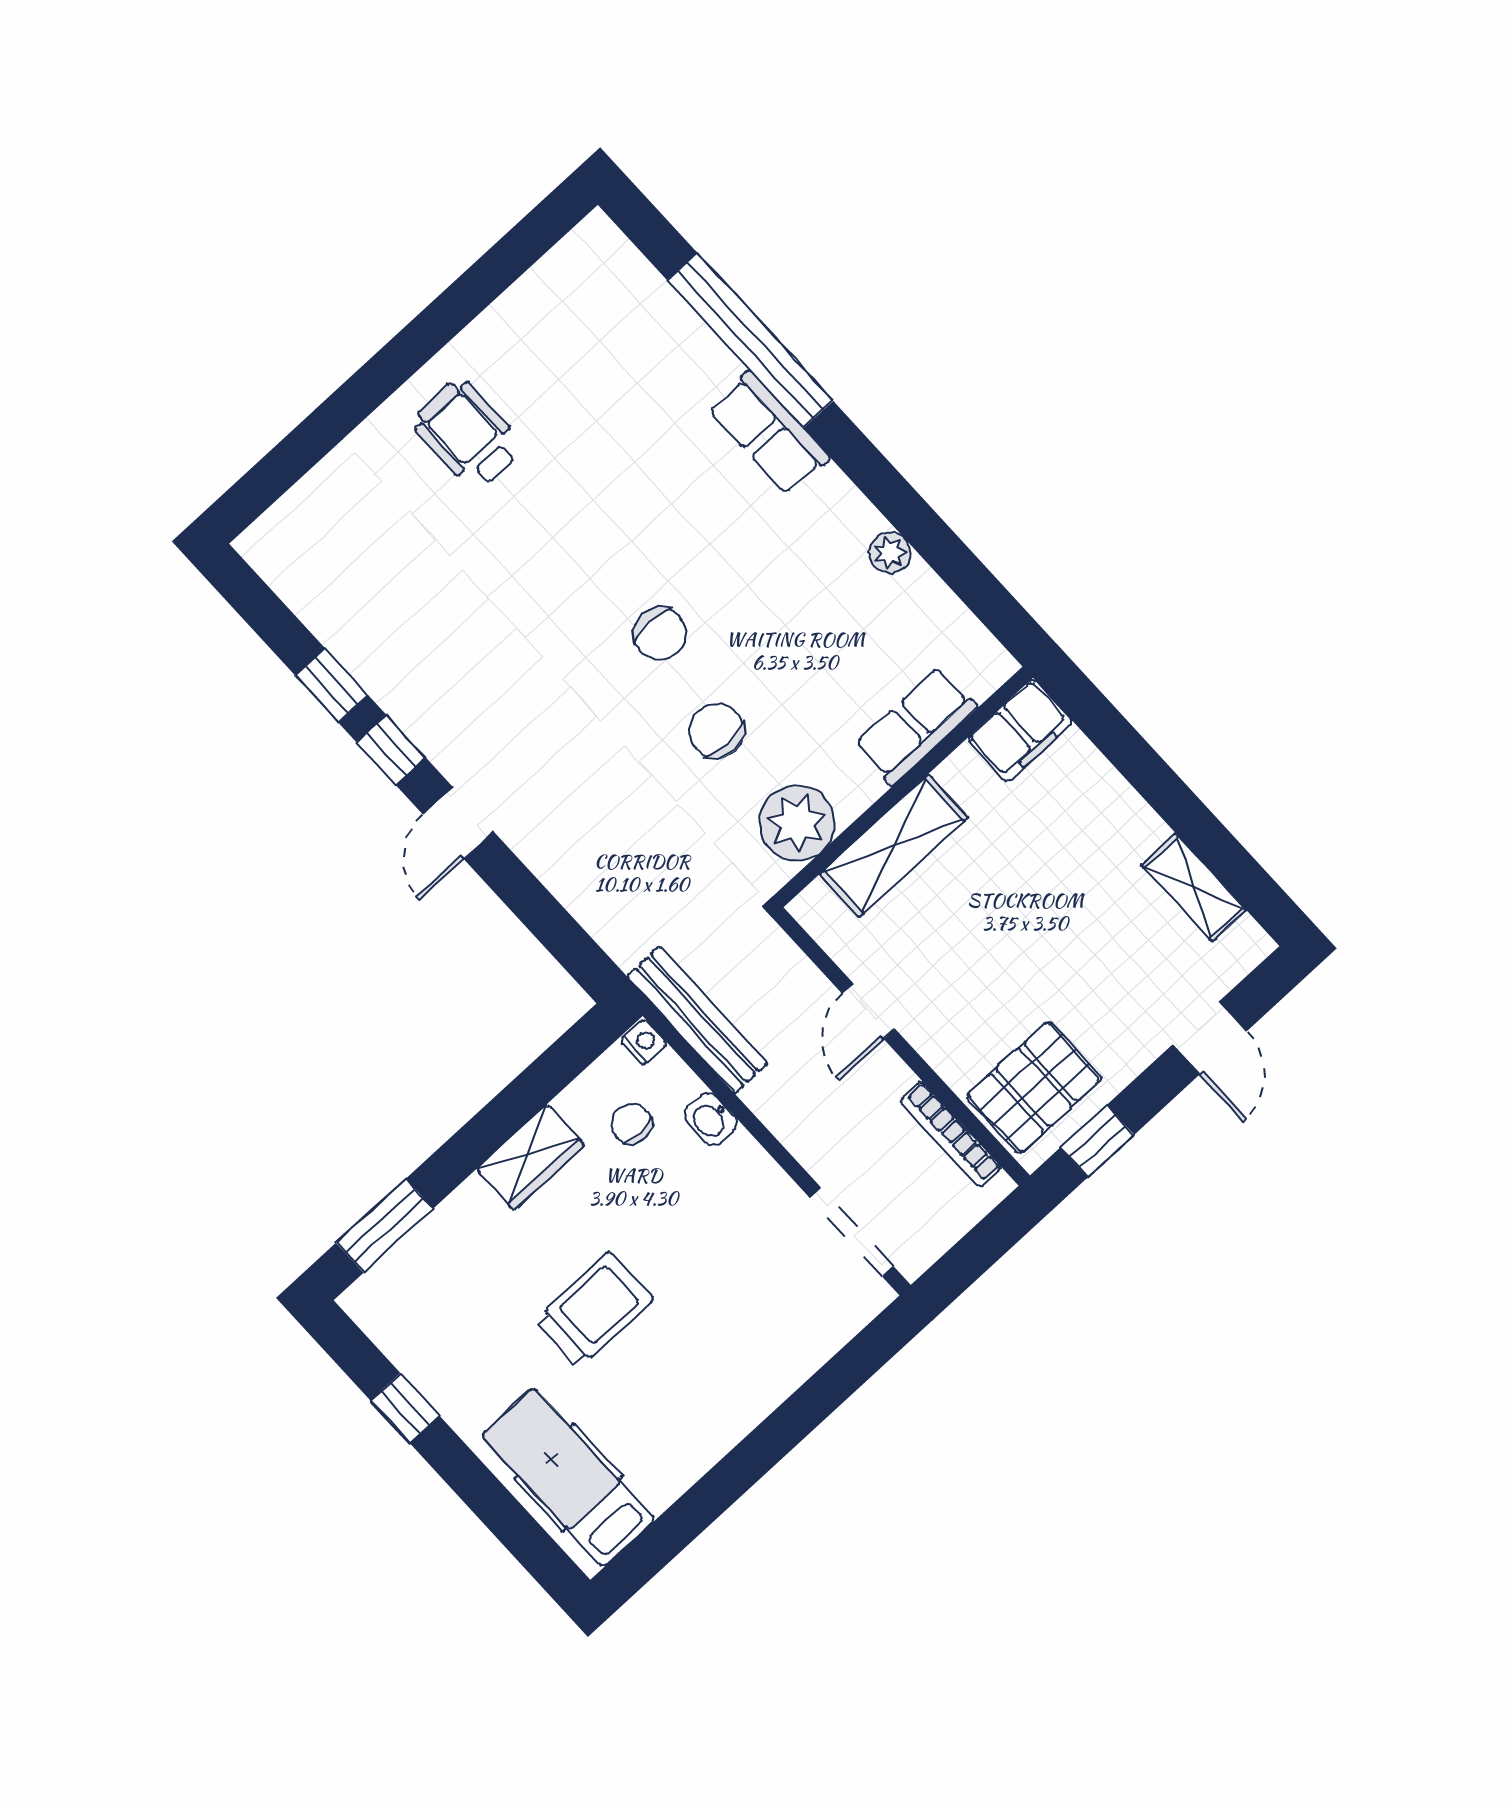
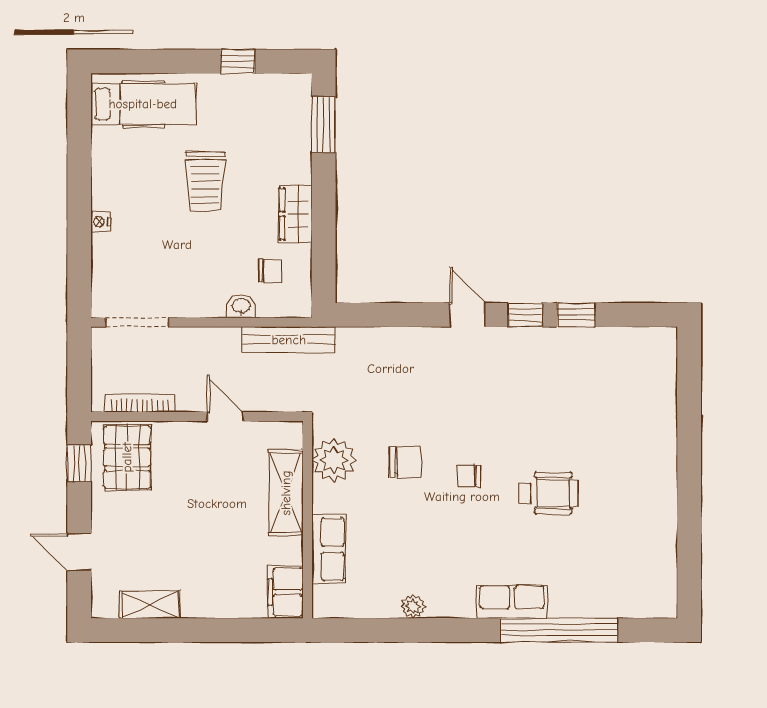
wheelchair: (468, 435) -> (549, 493), moved
chair: (660, 633) -> (469, 476), width x0.73, depth x0.73
nightstand: (644, 1042) -> (101, 222), moved, turned 90

